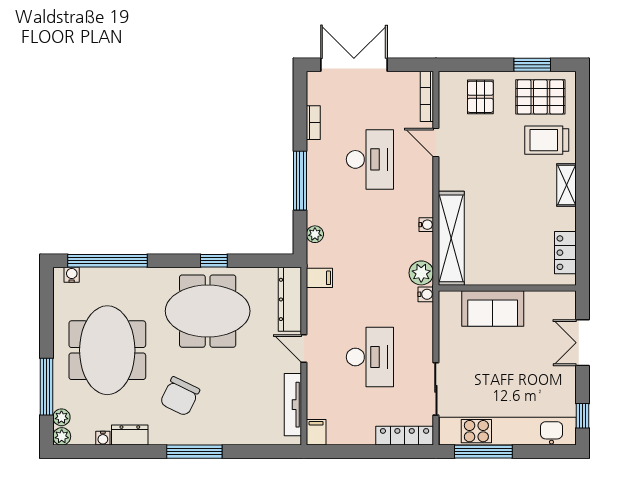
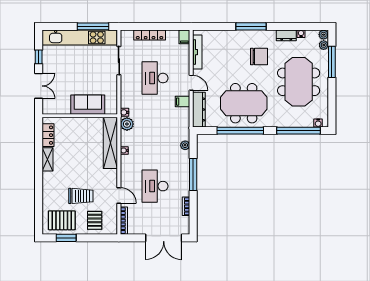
trolley: (547, 140) -> (81, 196), moved
shelving: (566, 185) -> (47, 159), moved
window: (214, 261) -> (240, 131), width x3.17
filing cabinet: (319, 278) -> (183, 102), moved
chair: (180, 396) -> (259, 57), turned 64
window: (582, 416) -> (39, 57), moved
locker: (405, 436) -> (150, 35), moved

